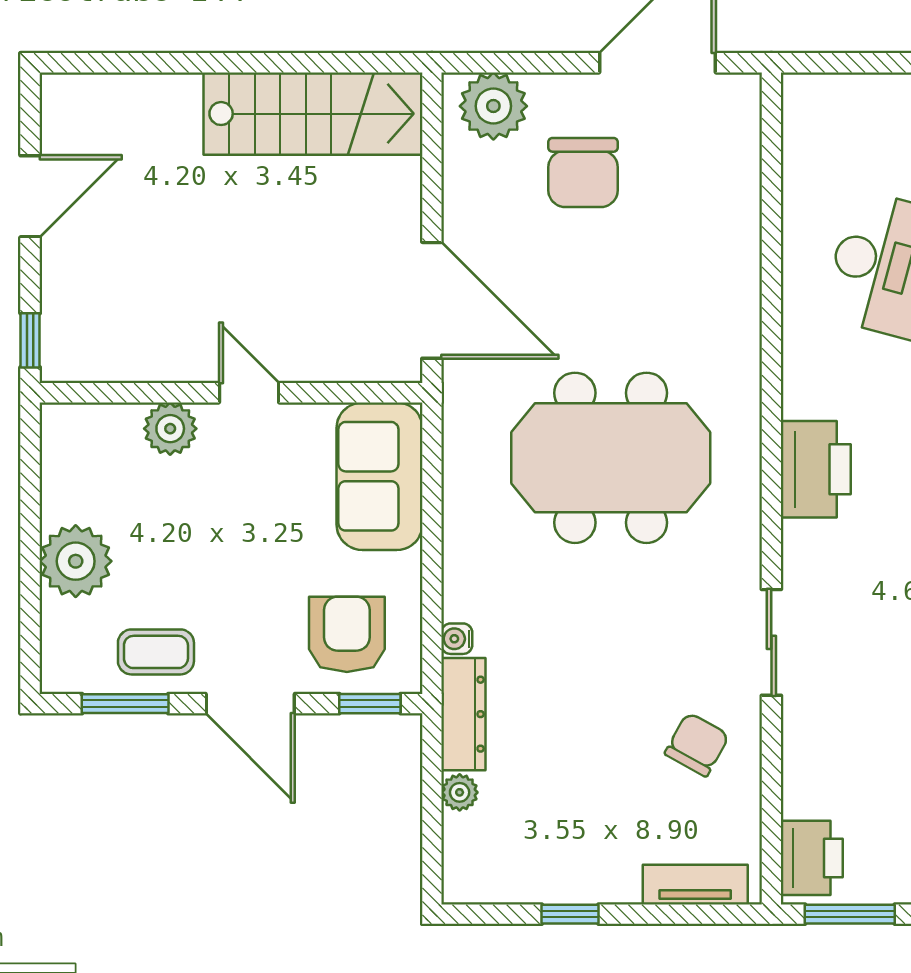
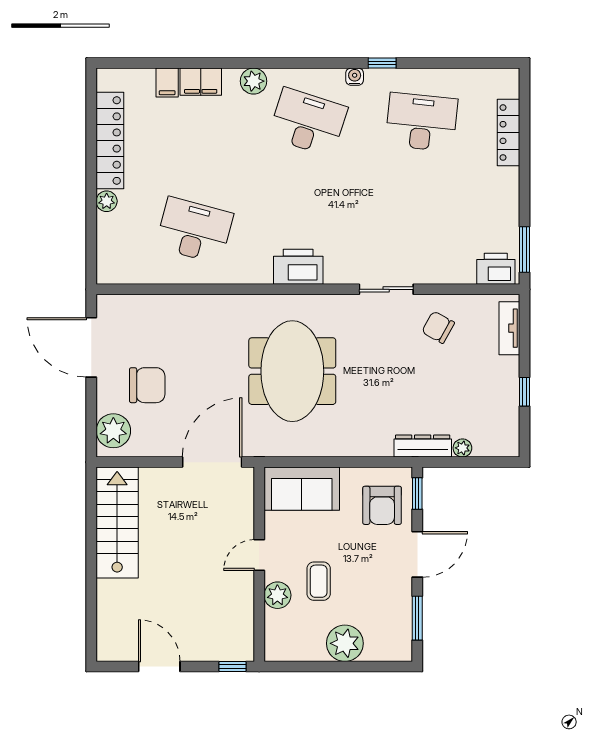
armchair: (347, 634) -> (382, 505), turned -90
water cooler: (457, 639) -> (384, 449), removed
coffee table: (156, 652) -> (319, 581), moved

